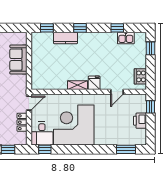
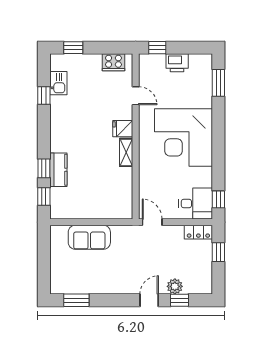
window: (80, 28) -> (44, 168), moved
locker: (22, 122) -> (198, 232), moved
corner desk: (74, 125) -> (183, 138), moved

